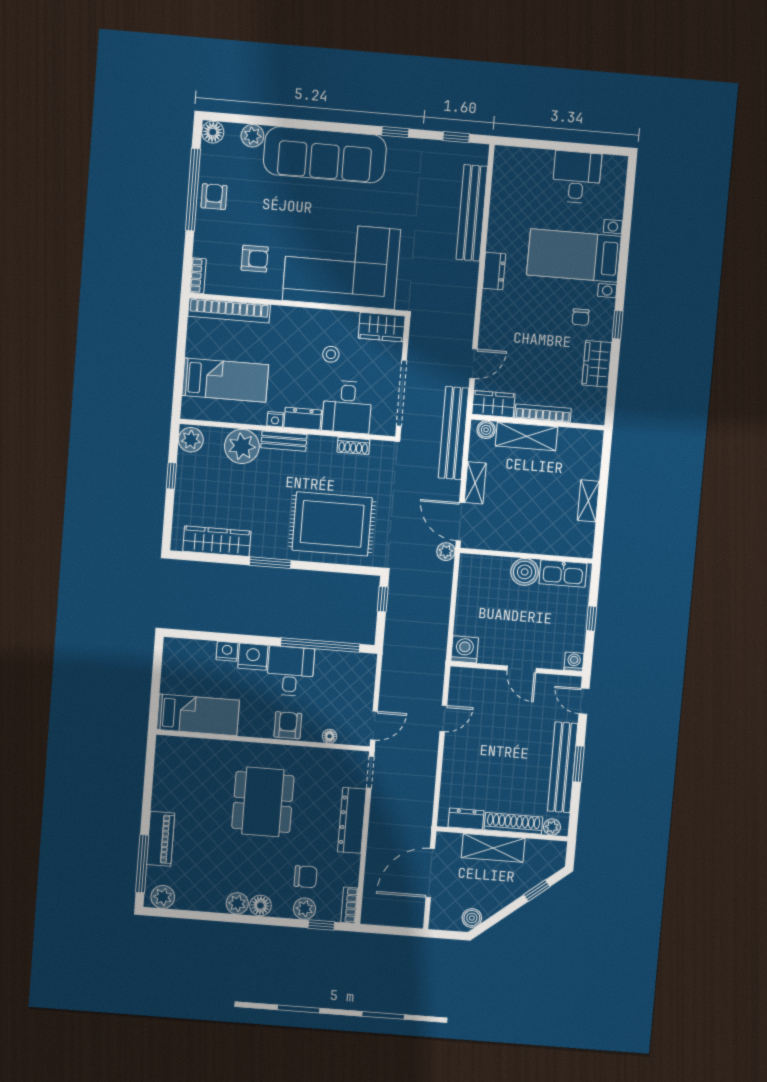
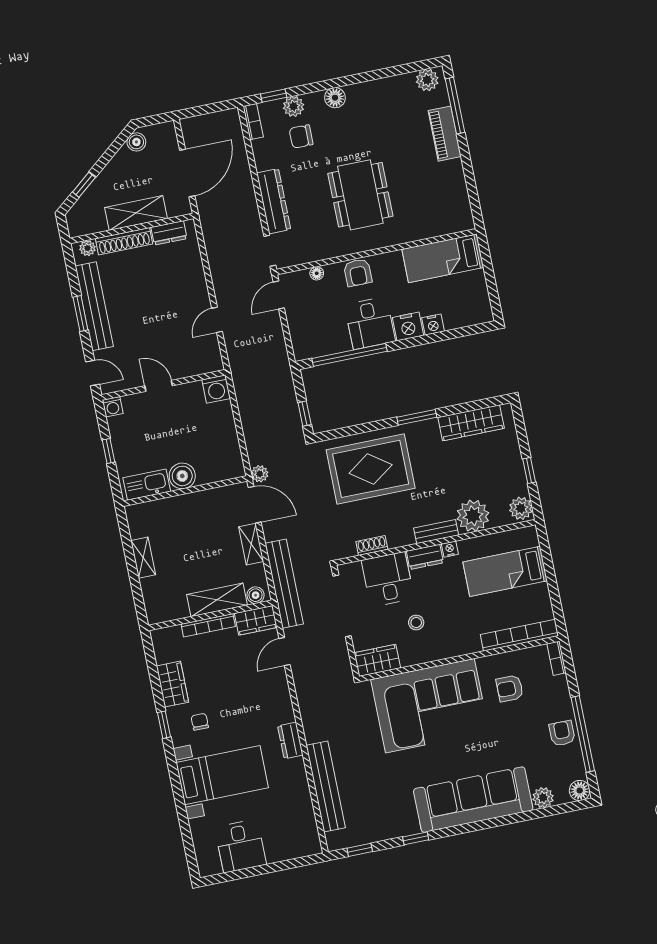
armchair: (214, 197) -> (562, 733), turned 180
plant: (237, 903) -> (357, 94), removed

